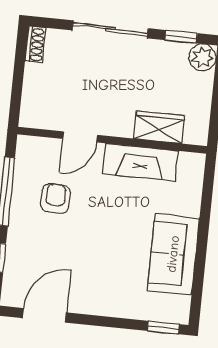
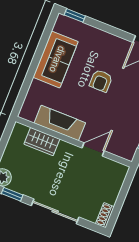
armchair: (56, 198) -> (101, 81), moved

